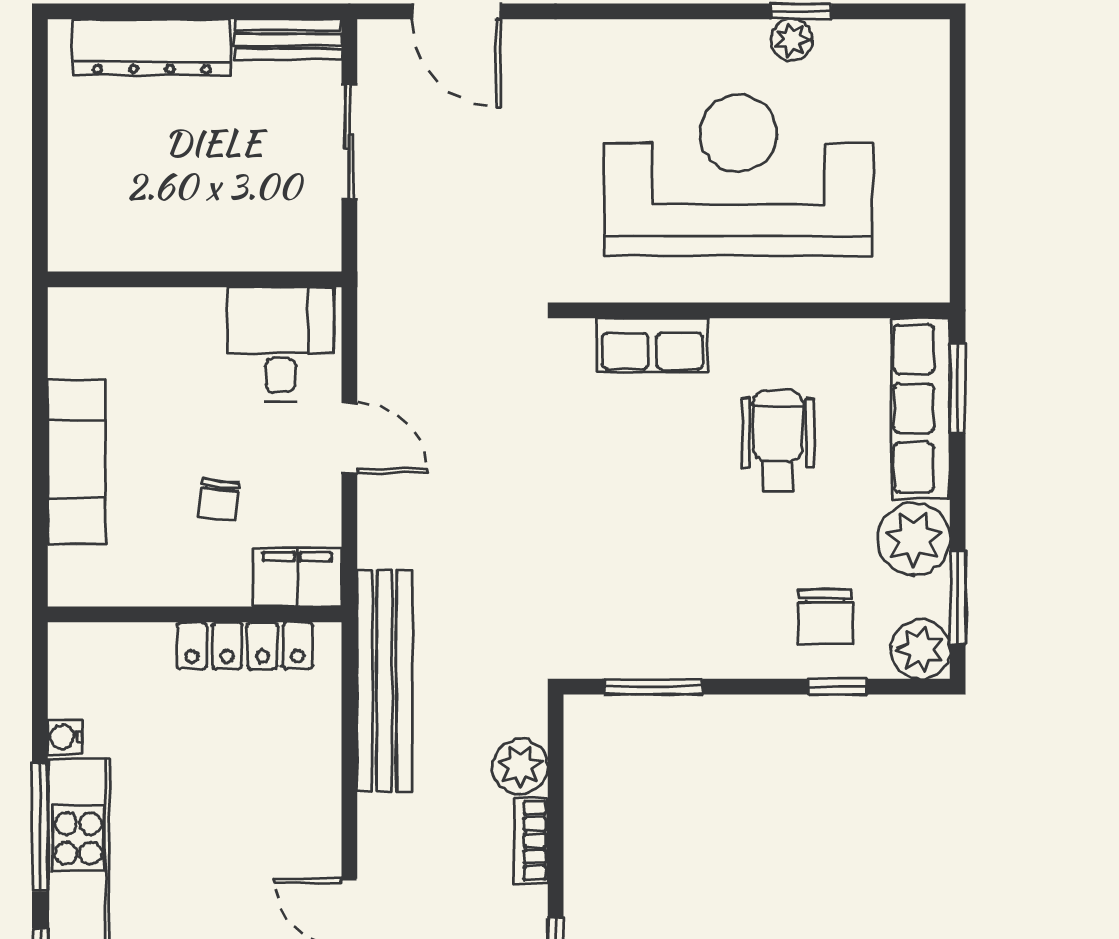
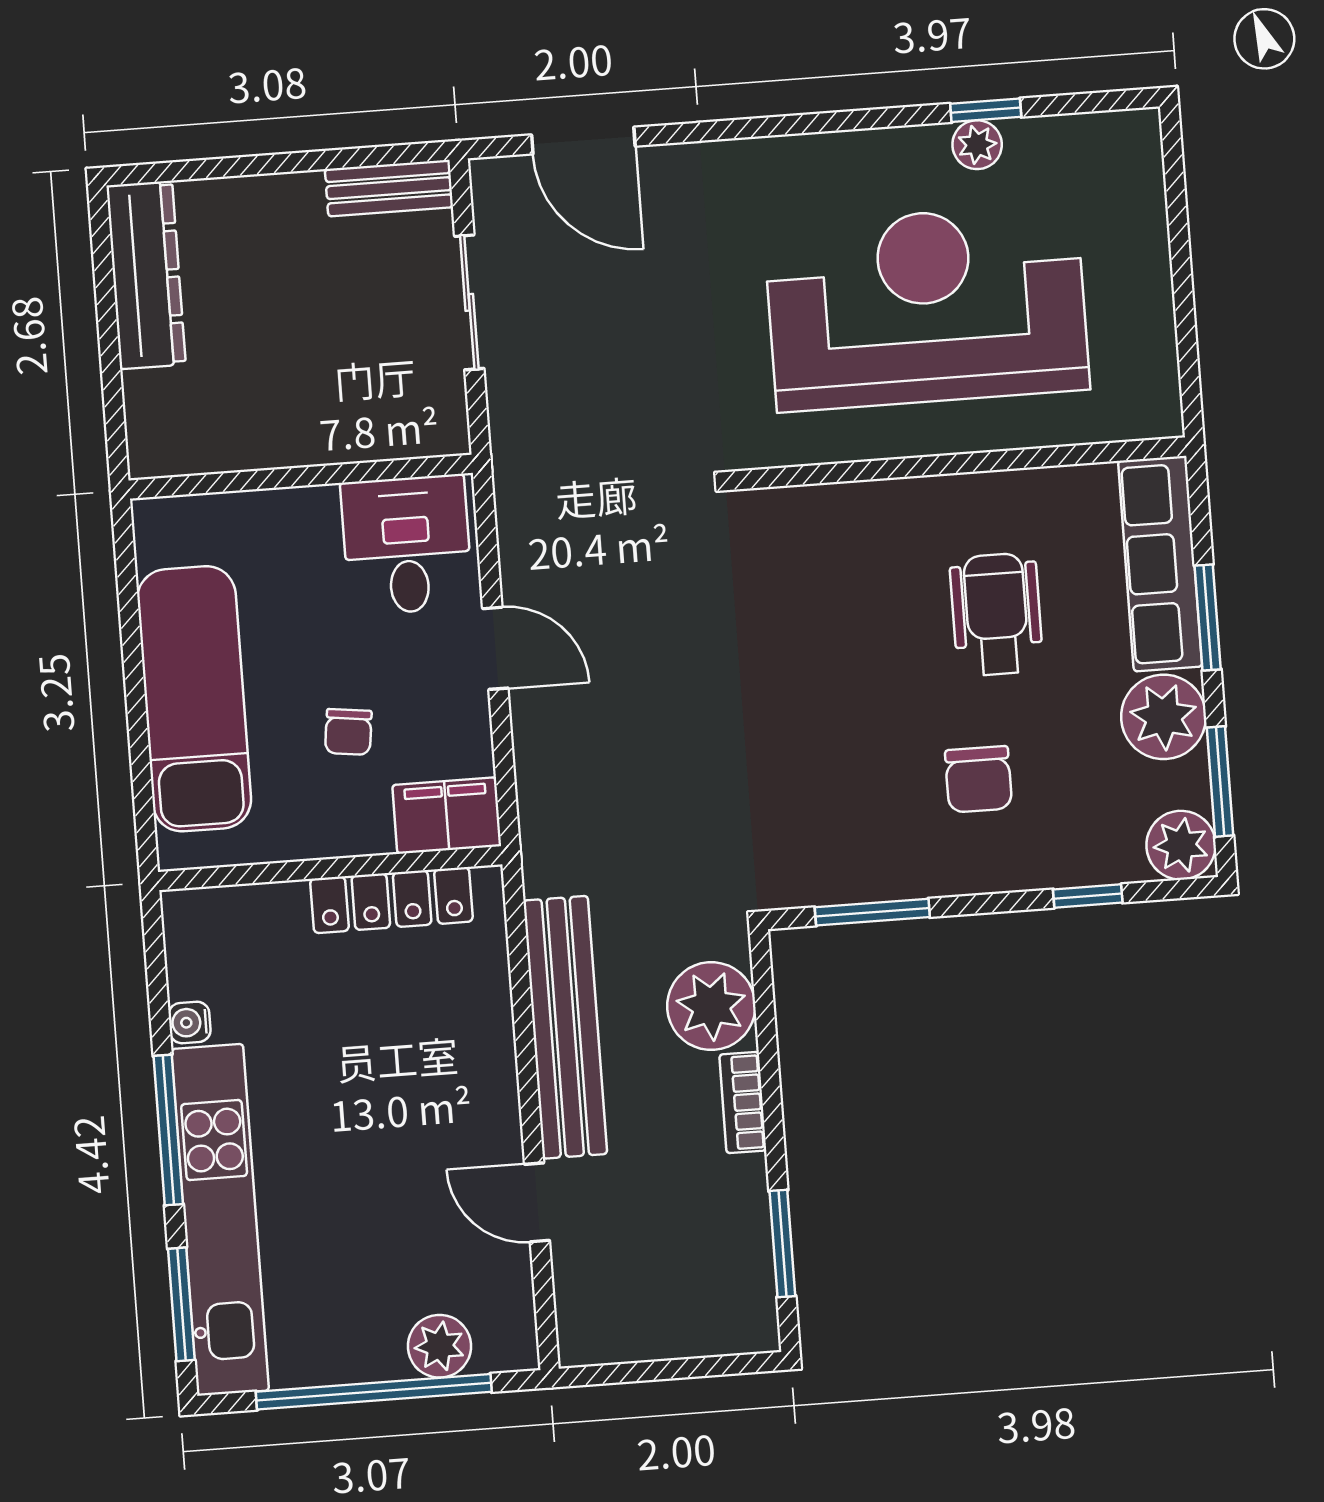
dresser: (152, 47) -> (146, 275), moved, turned -90
row of seats: (652, 345) -> (841, 513), removed
window: (958, 388) -> (1208, 617), moved
exam couch: (77, 462) -> (194, 699), width x1.36, depth x1.45
chair: (825, 616) -> (979, 779), moved
bench: (385, 681) -> (565, 1027), moved
plant: (520, 766) -> (711, 1006), width x1.36, depth x1.36

